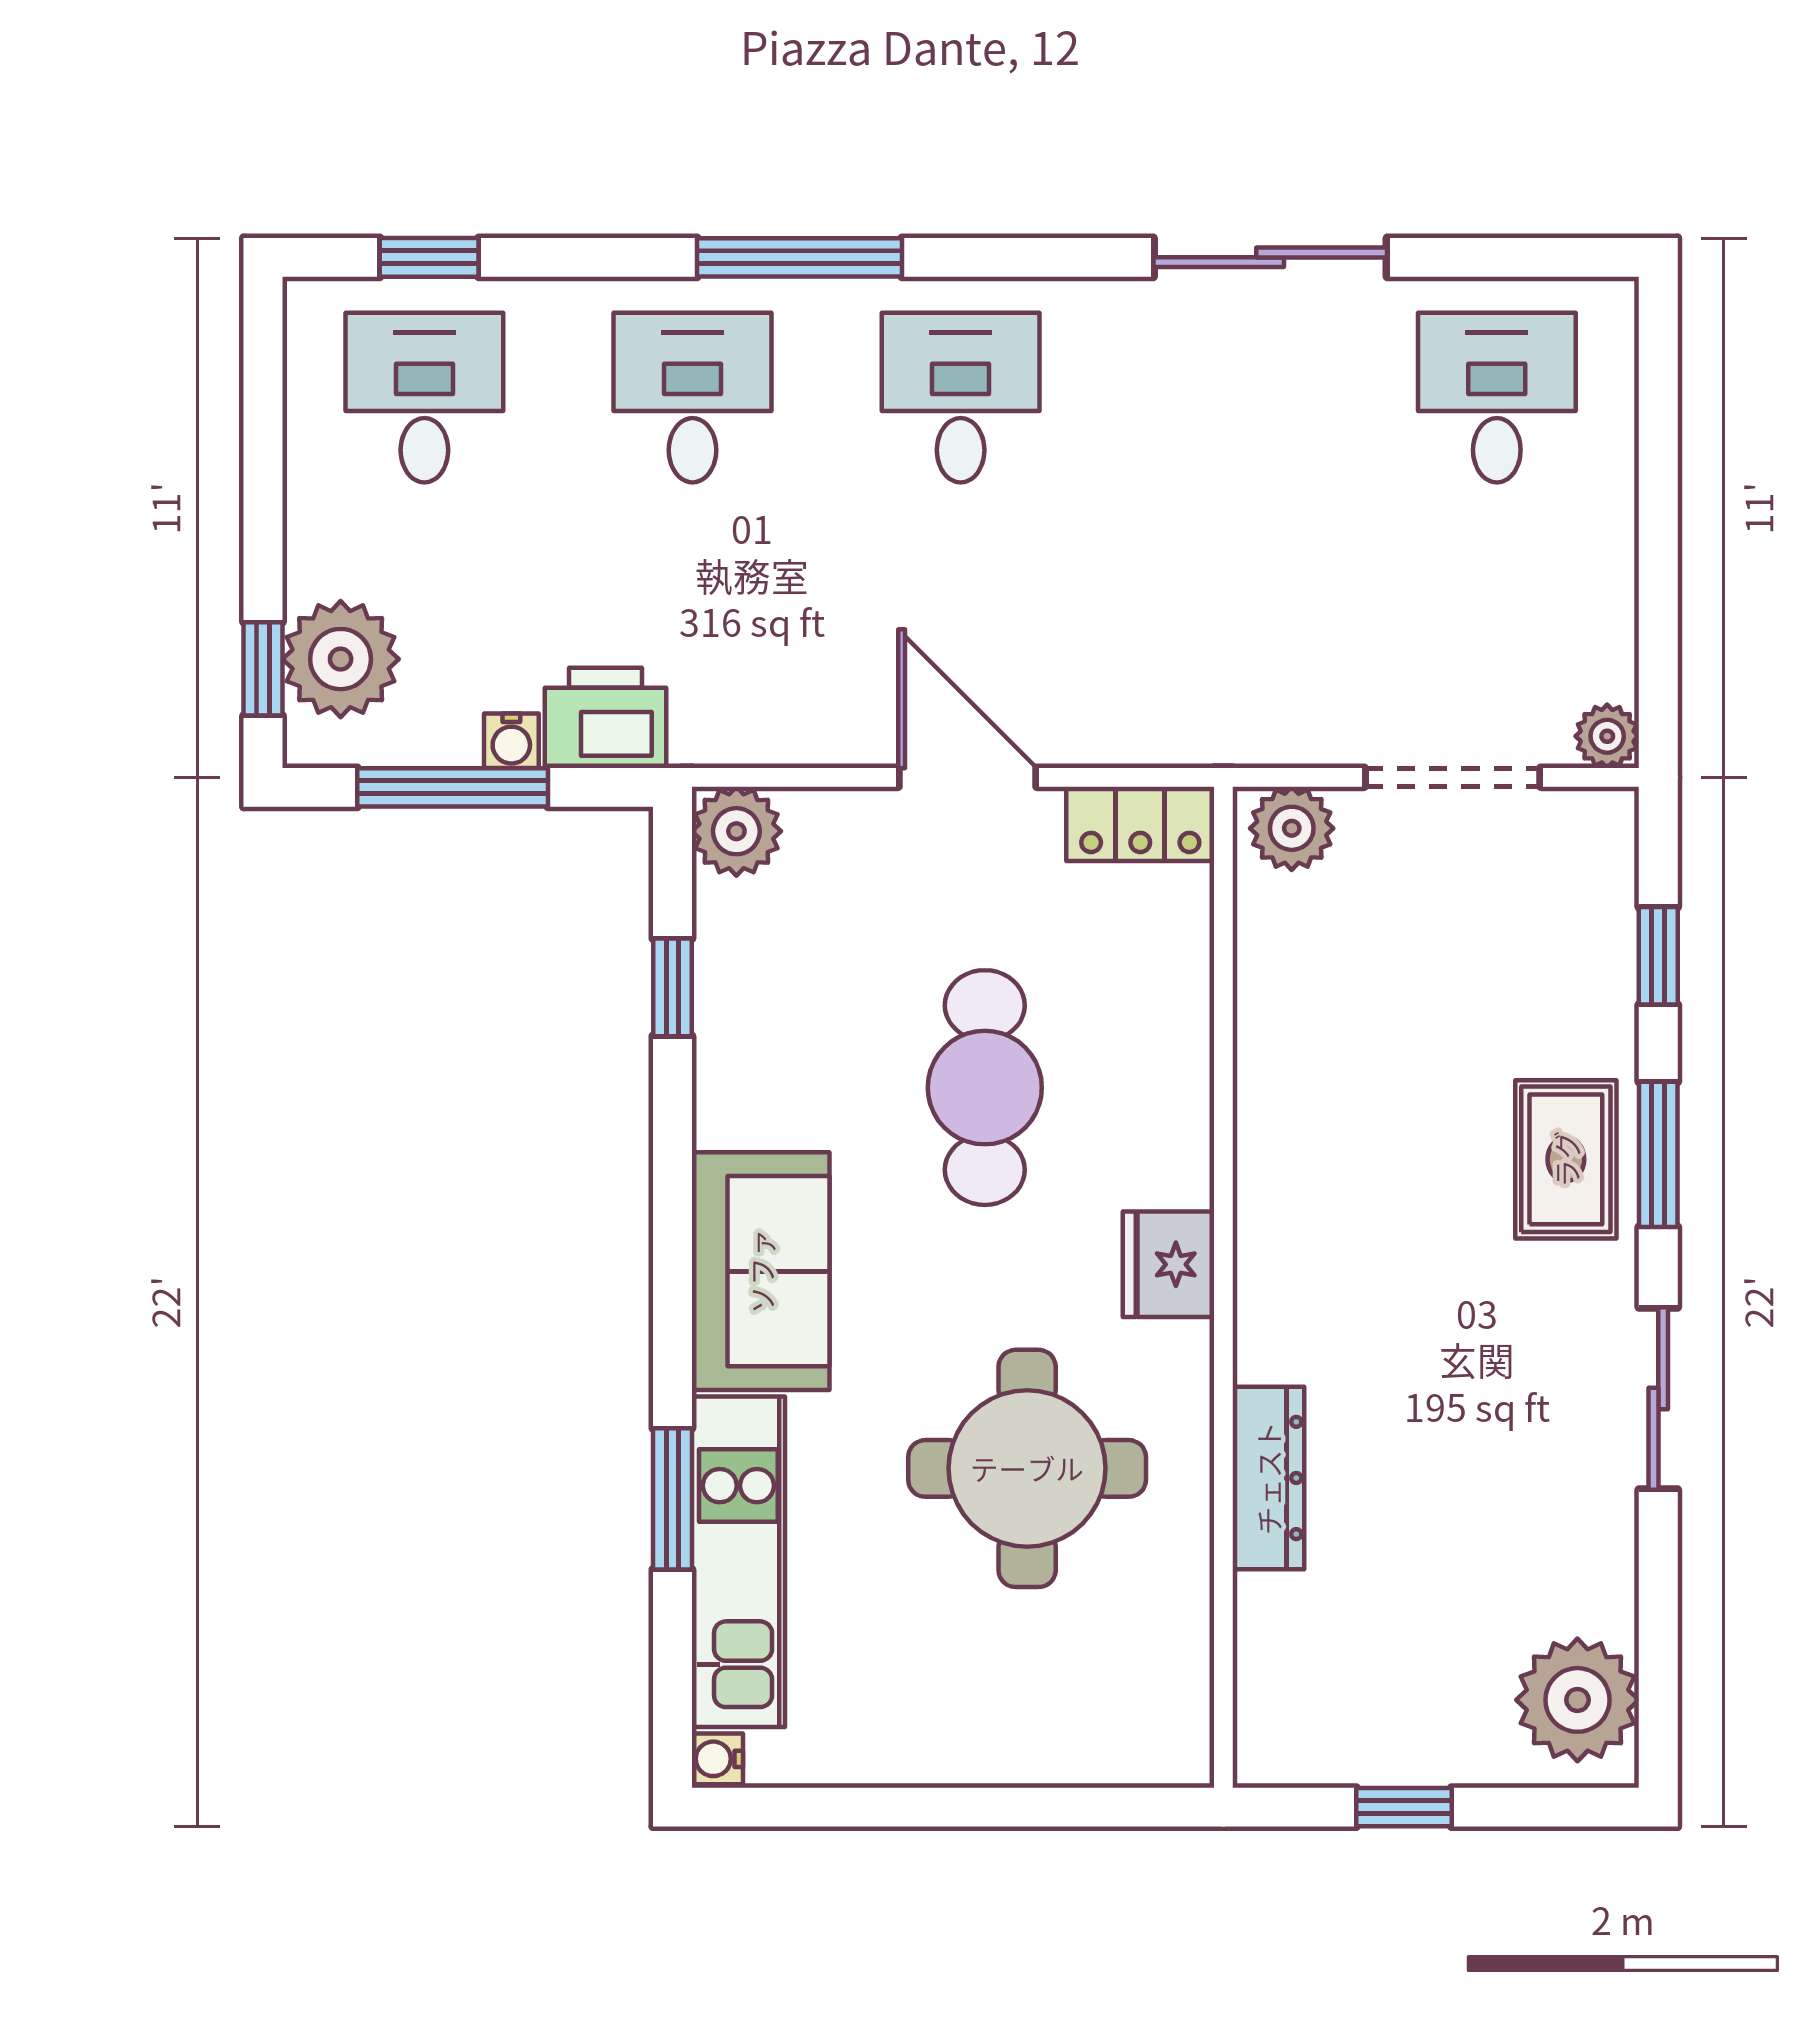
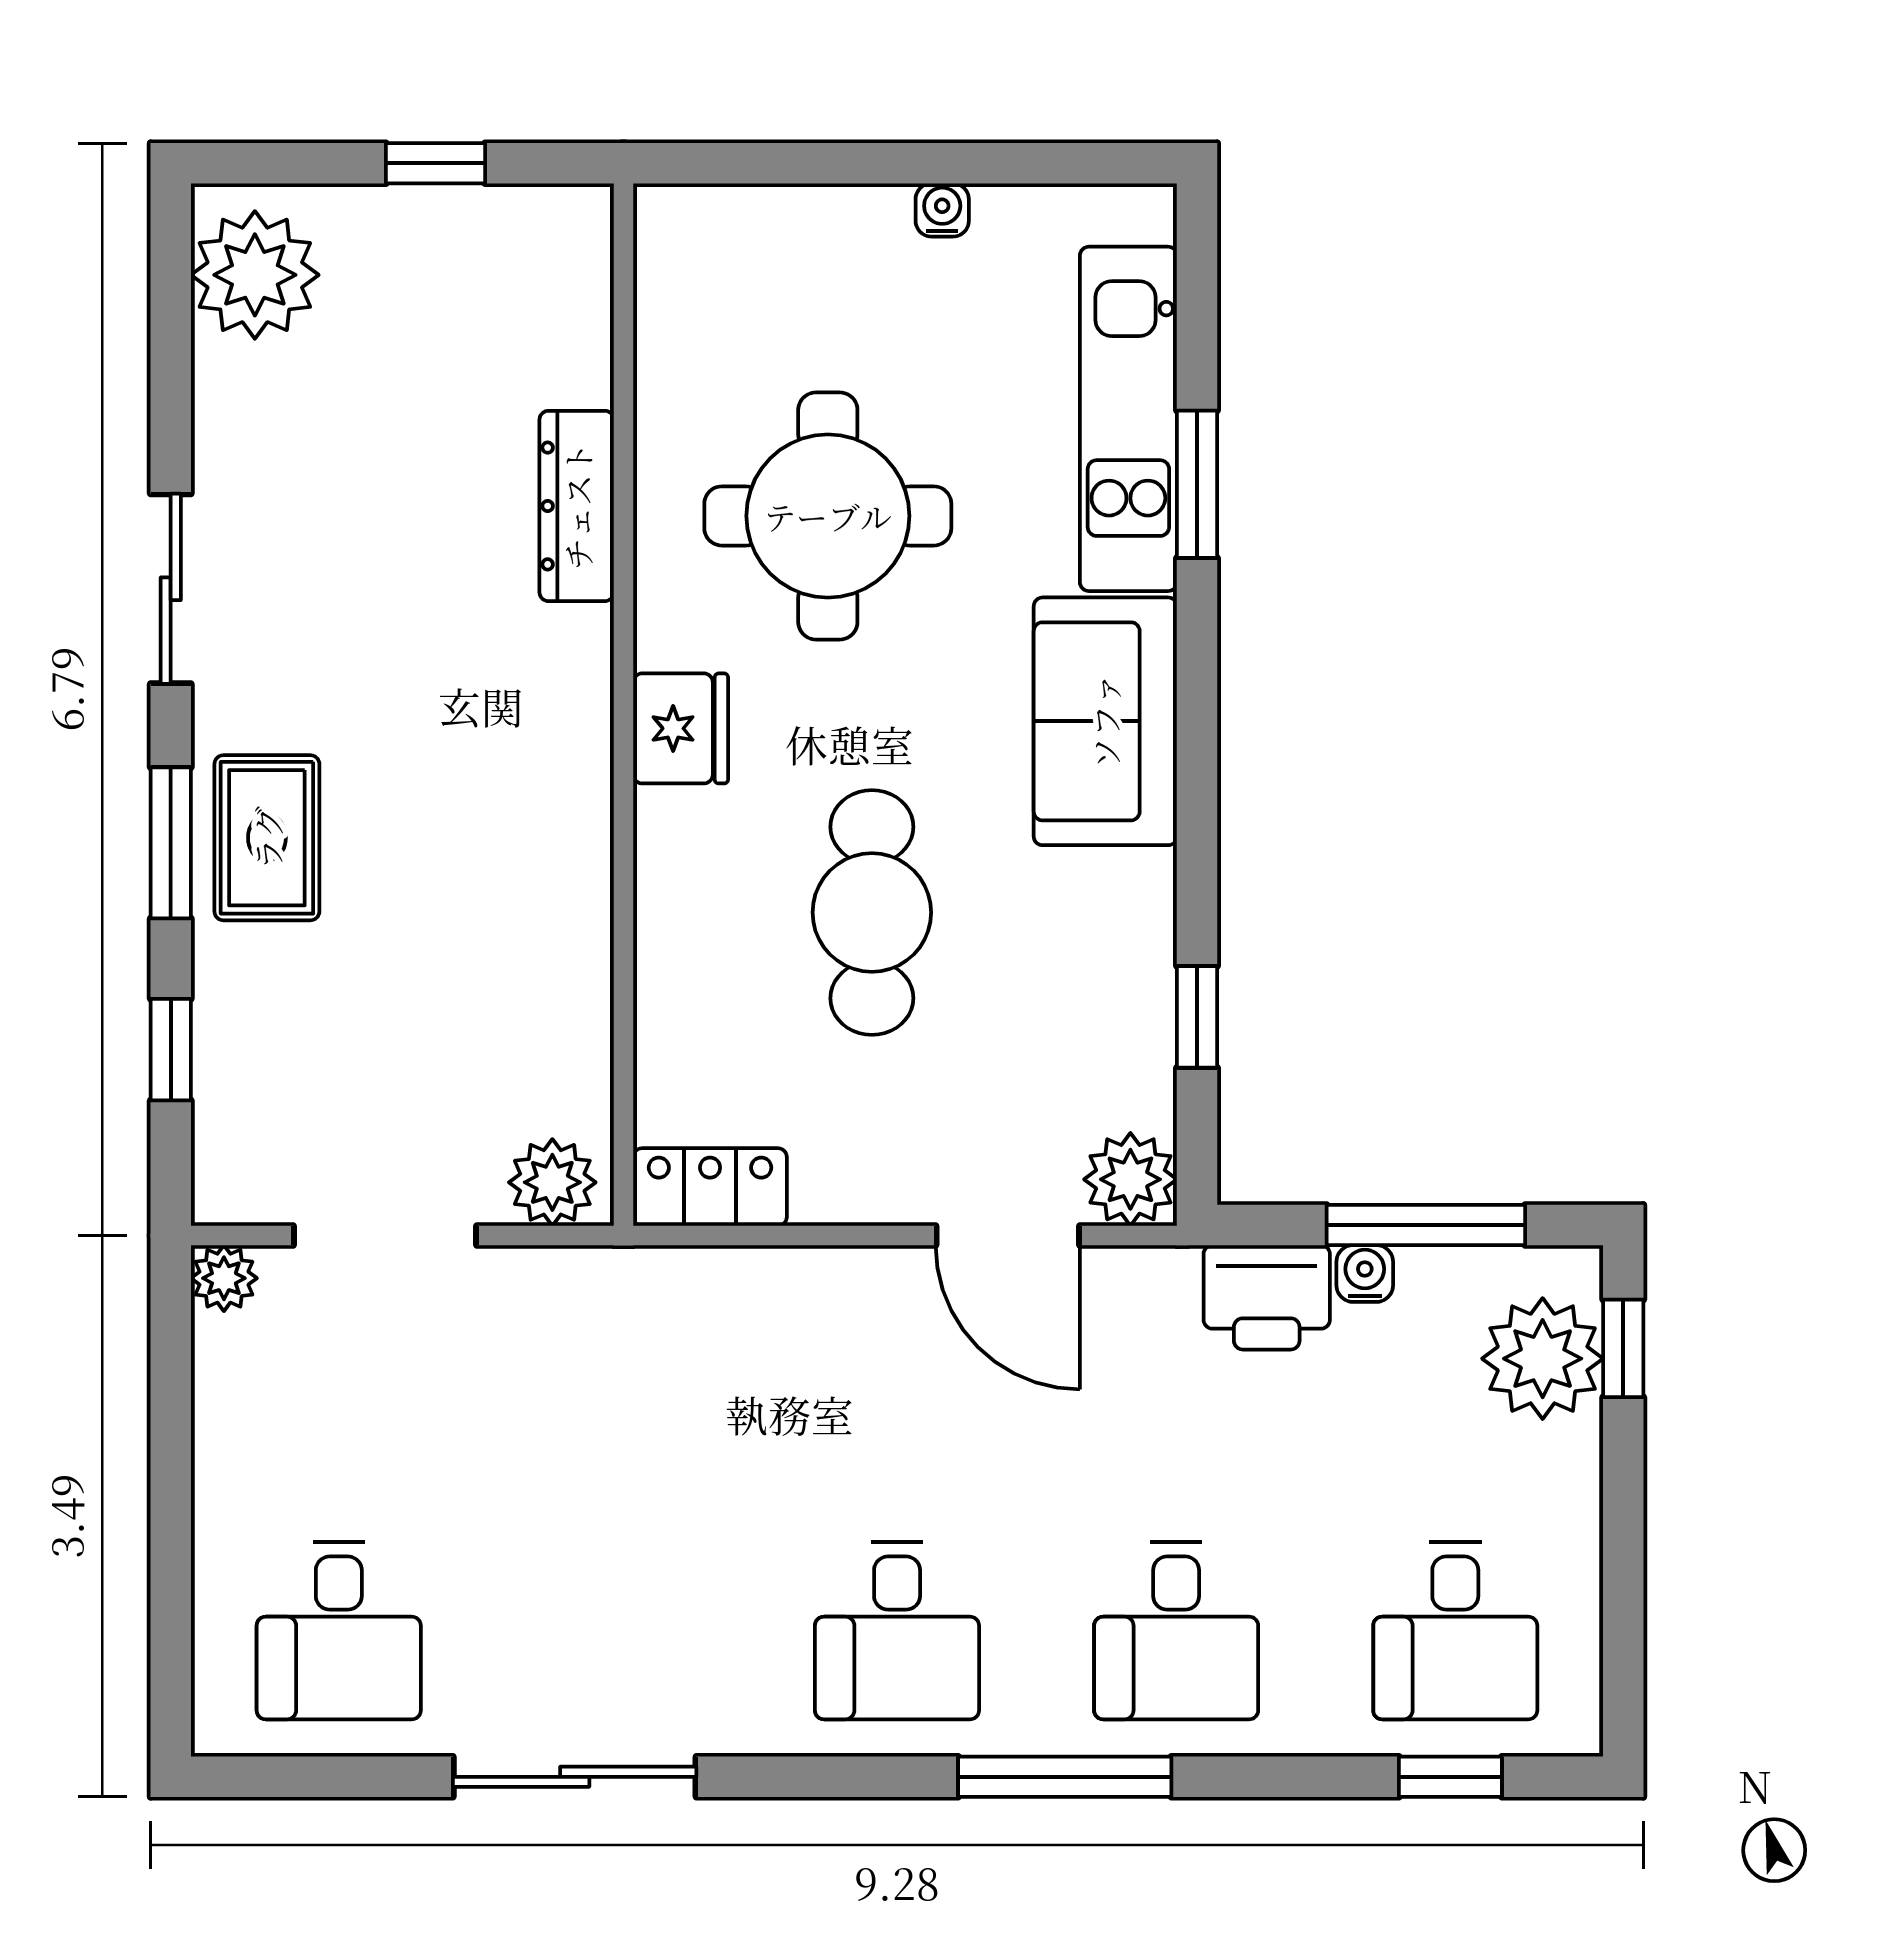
door: (968, 777) -> (1008, 1235), moved
water cooler: (717, 1759) -> (942, 210), moved, turned -90

